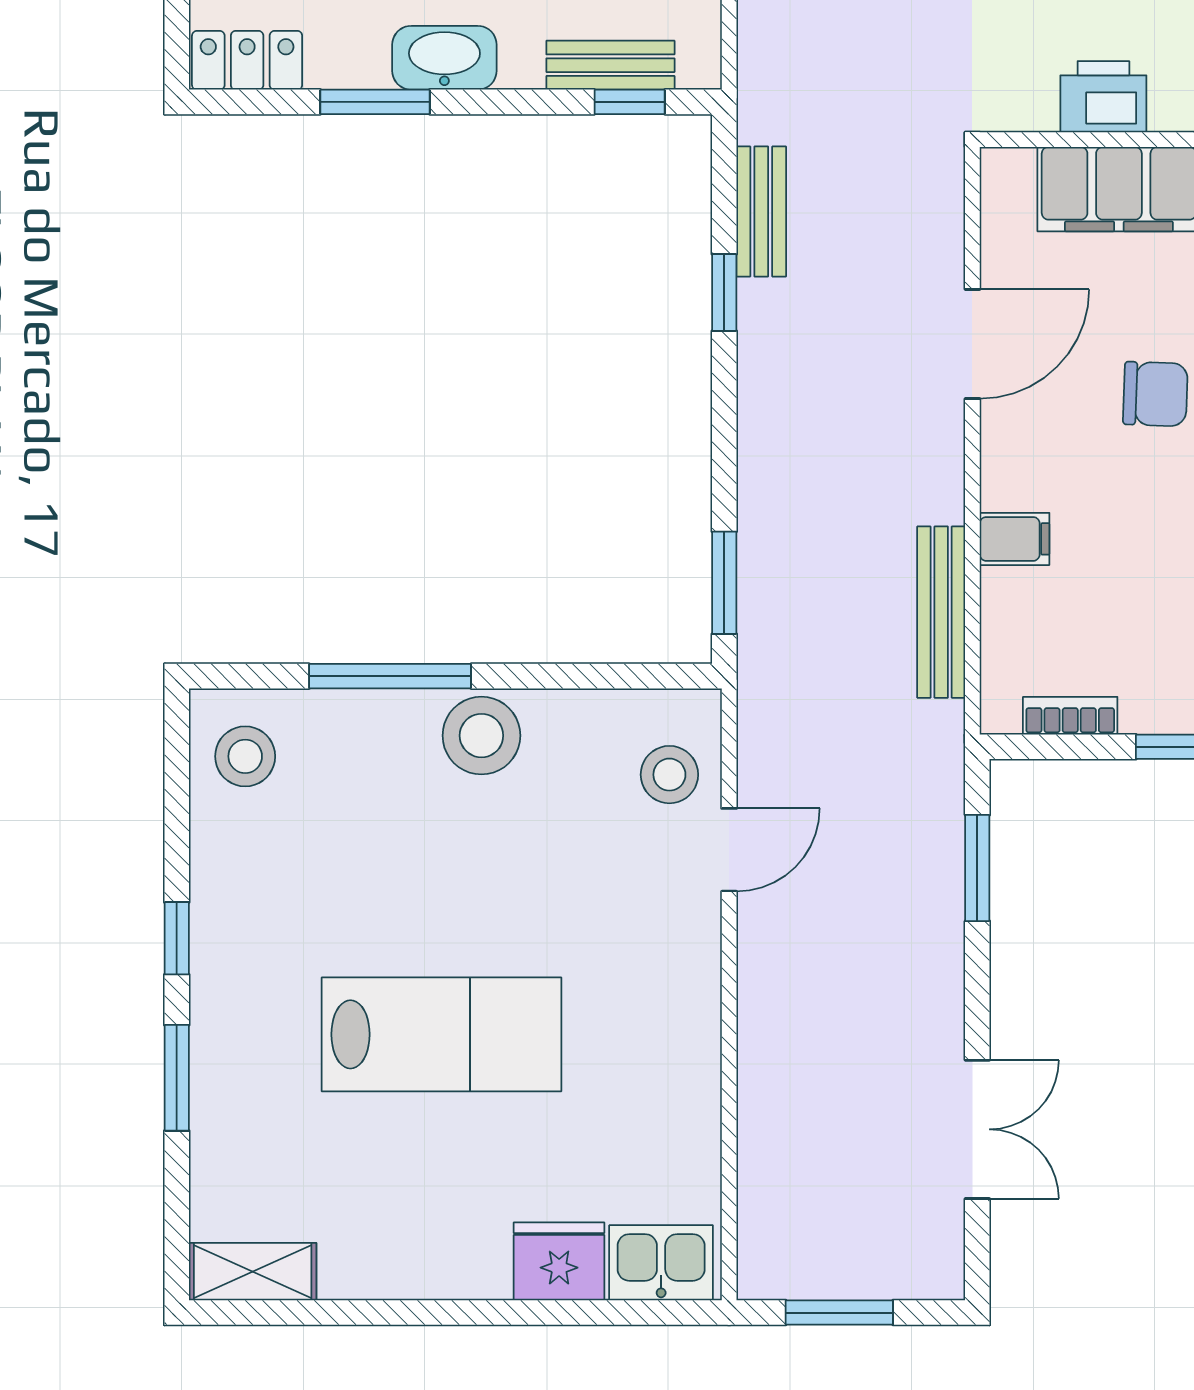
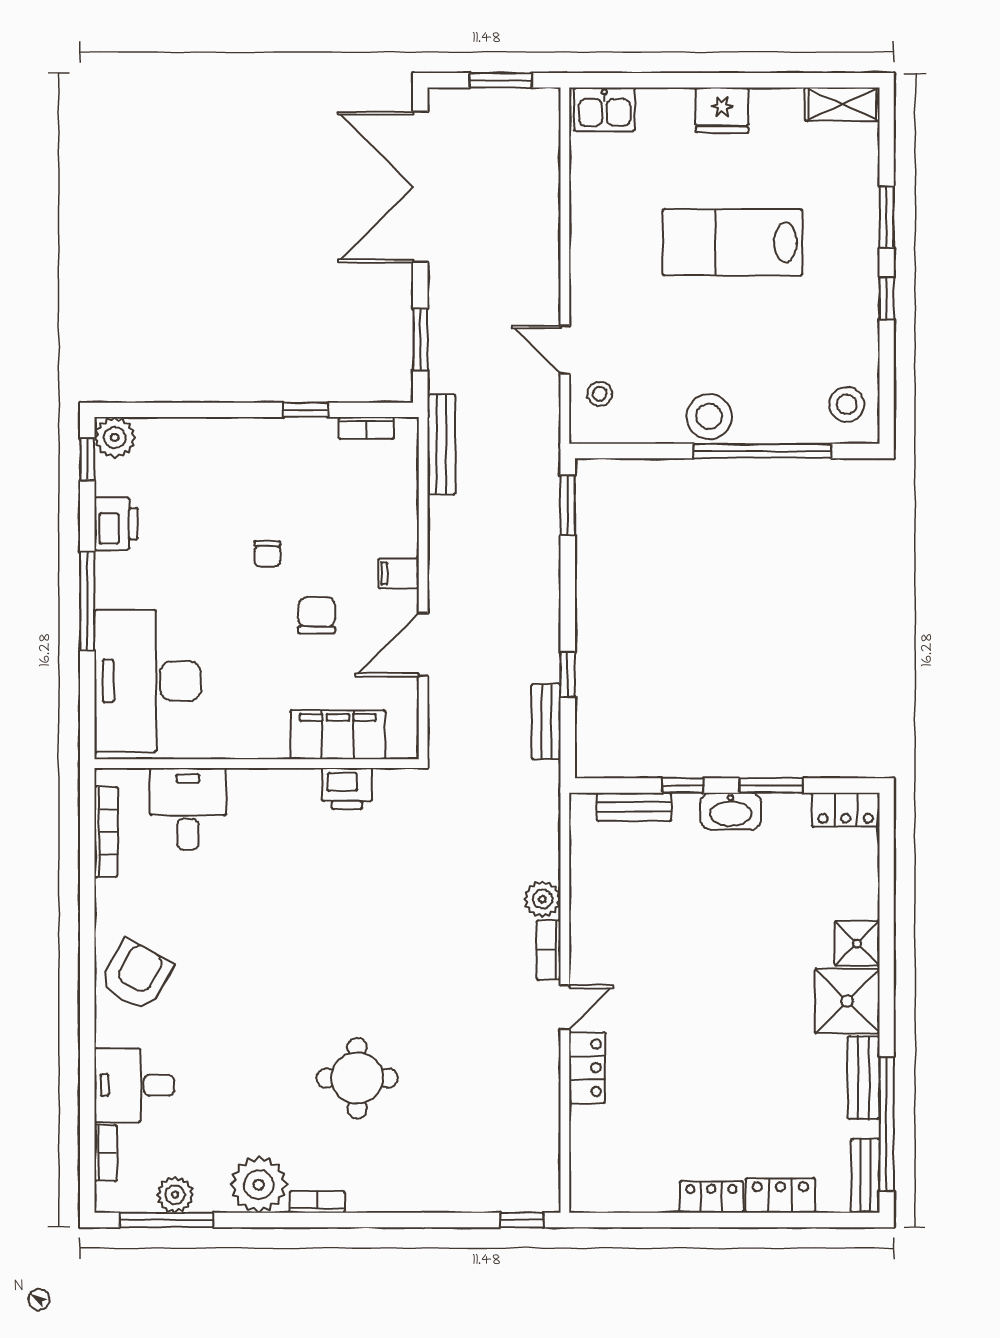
window: (630, 102) -> (683, 786), moved
chair: (1155, 394) -> (317, 615), turned 88
filing cabinet: (1015, 539) -> (399, 573), moved
bench: (941, 612) -> (441, 444), moved
window: (390, 676) -> (762, 451), width x1.46
stool: (669, 775) -> (600, 394), width x0.73, depth x0.73
door: (729, 850) -> (565, 350), hinge flipped
double door: (977, 1129) -> (420, 187), width x1.87
fridge: (559, 1261) -> (722, 110), moved

